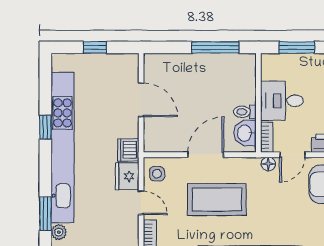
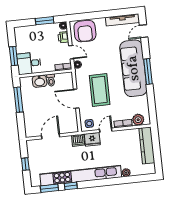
desk: (282, 101) -> (29, 63), moved, turned 90
washbasin: (245, 133) -> (40, 81), moved
window: (45, 214) -> (49, 188), moved

